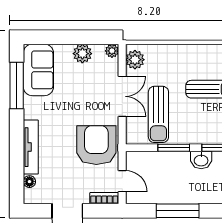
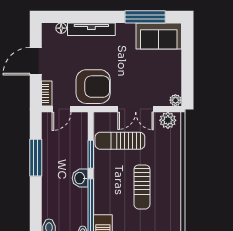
plant: (82, 54) -> (173, 74), removed

